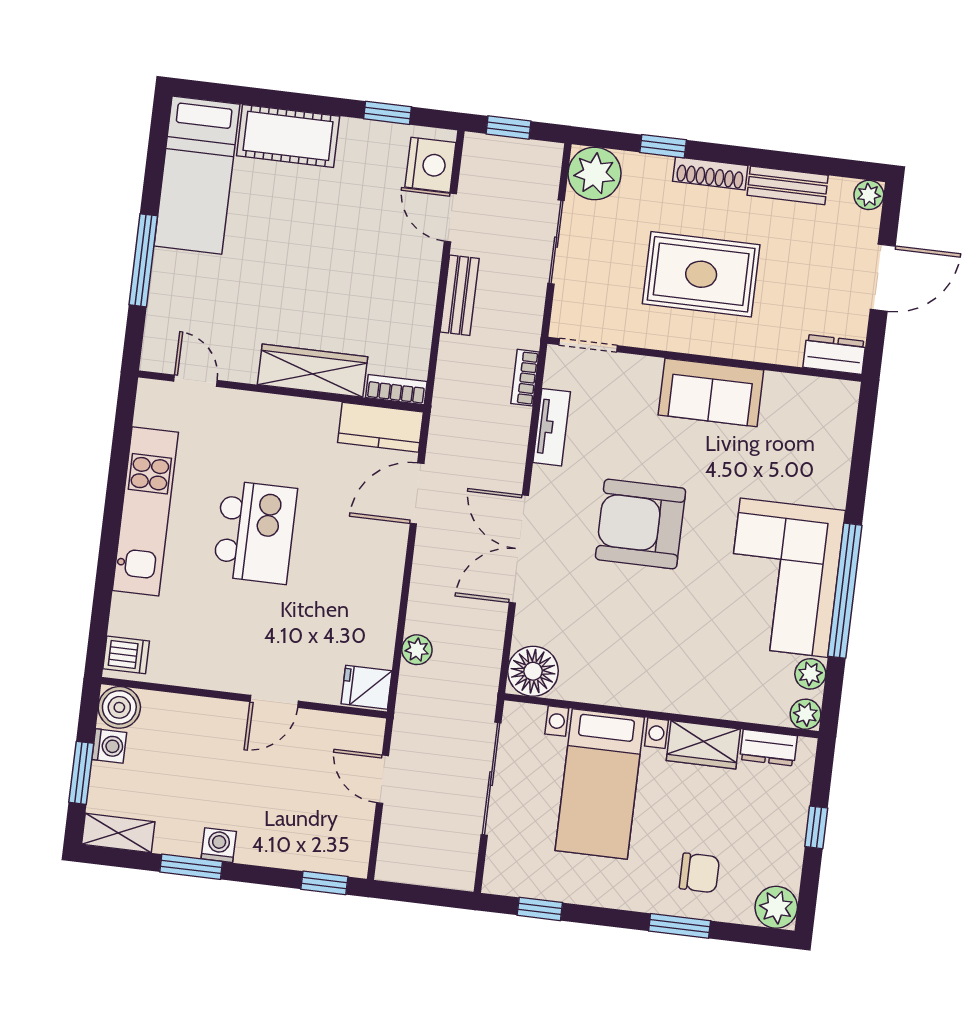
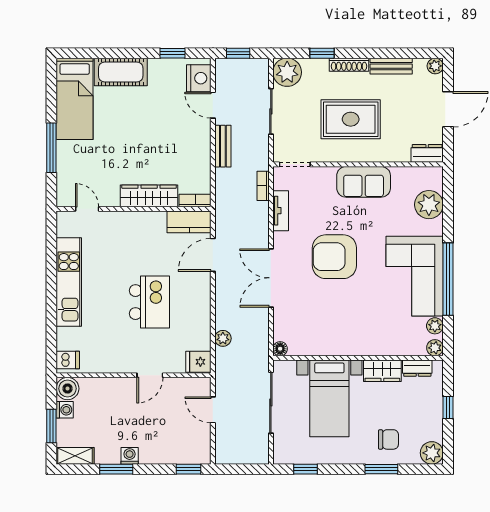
plant: (826, 449) -> (429, 205), added
kitchen island: (255, 532) -> (149, 302), moved
floor lamp: (533, 671) -> (280, 349), width x0.53, depth x0.53

